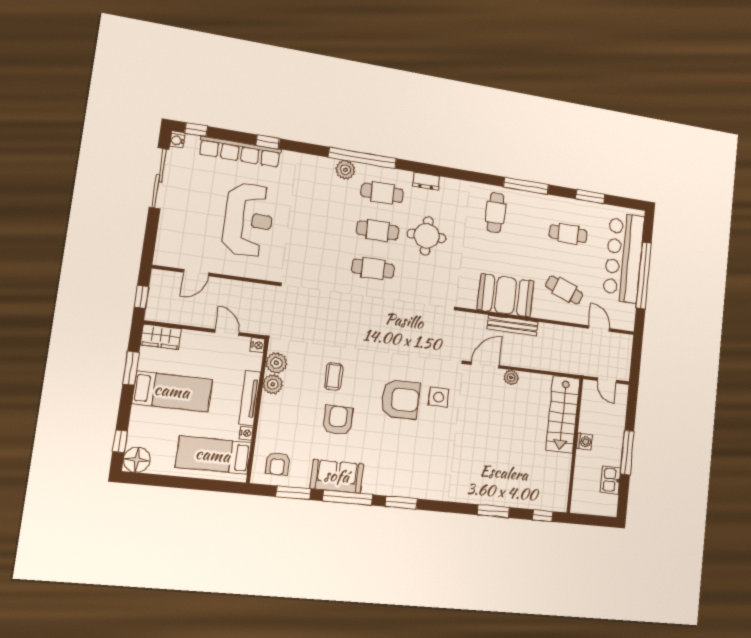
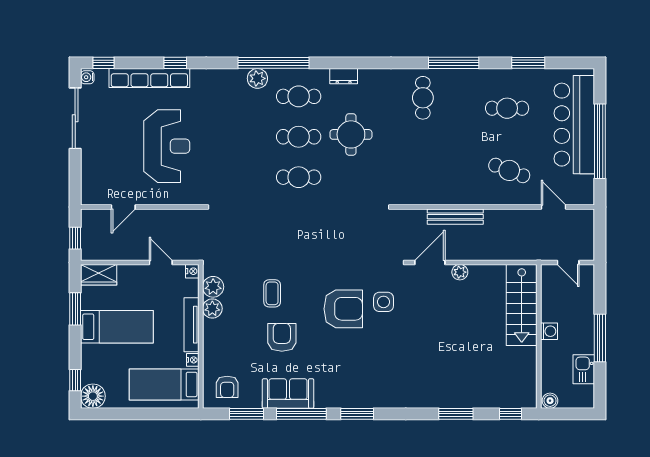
booth: (506, 295) -> (444, 185), removed
boiler: (579, 506) -> (550, 401), added

